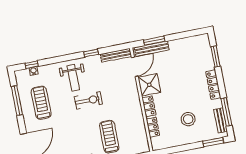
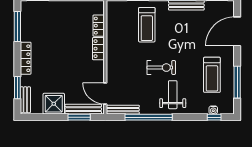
window: (91, 53) -> (149, 117), width x3.17
door: (135, 67) -> (105, 93), hinge flipped
shower: (149, 85) -> (54, 104), moved
exercise bike: (88, 100) -> (161, 68), turned 180
stool: (188, 119) -> (59, 27), removed
bench: (221, 120) -> (25, 100), moved

